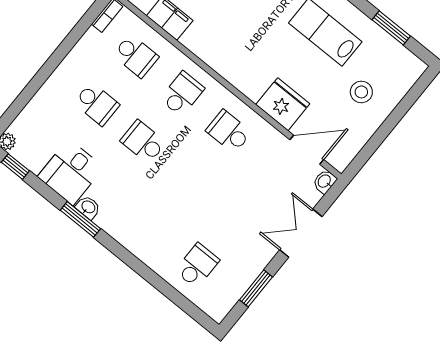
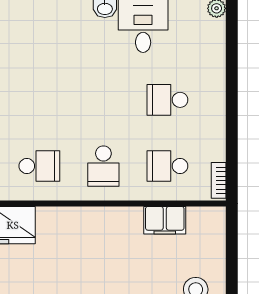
school desk: (143, 142) -> (103, 100), removed

